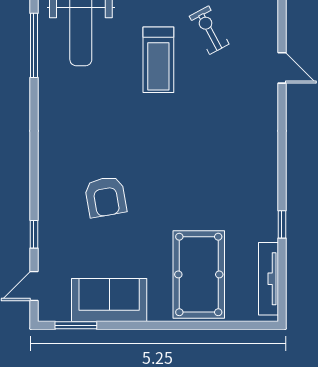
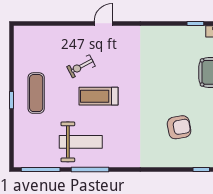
treadmill: (158, 60) -> (98, 96), turned 180

